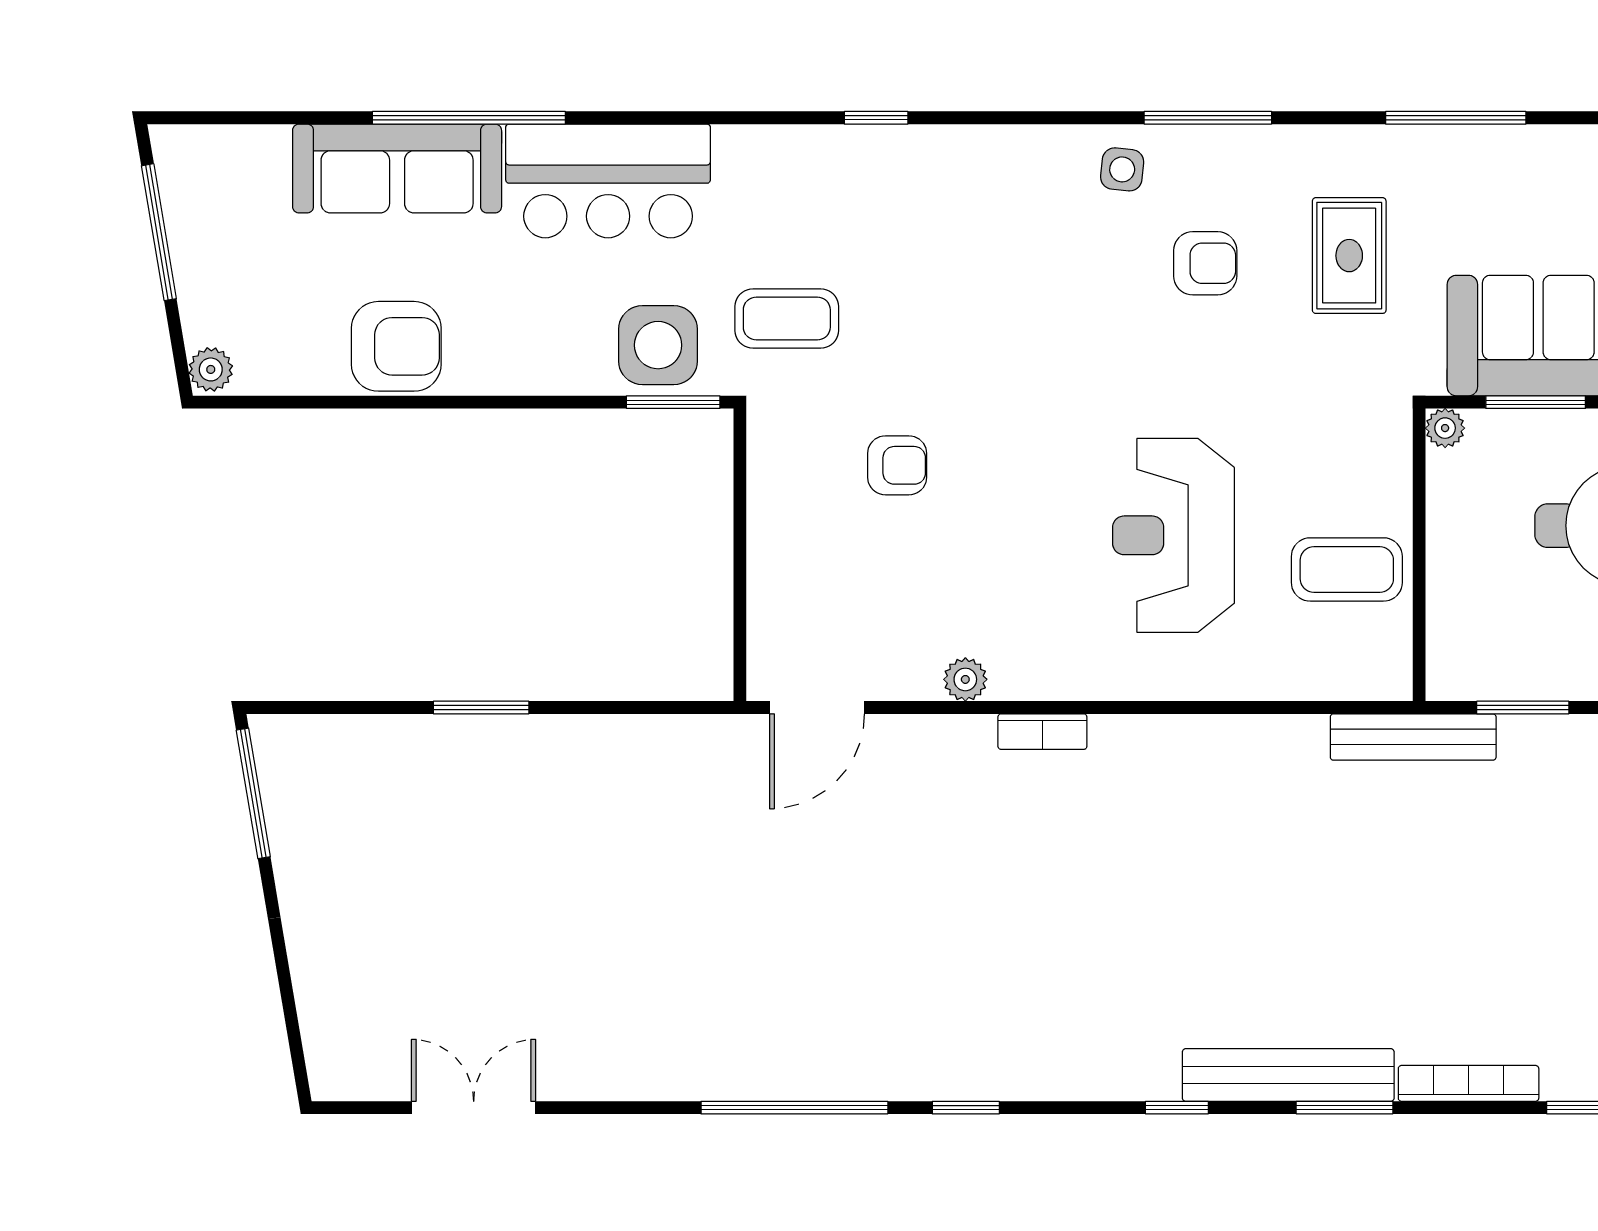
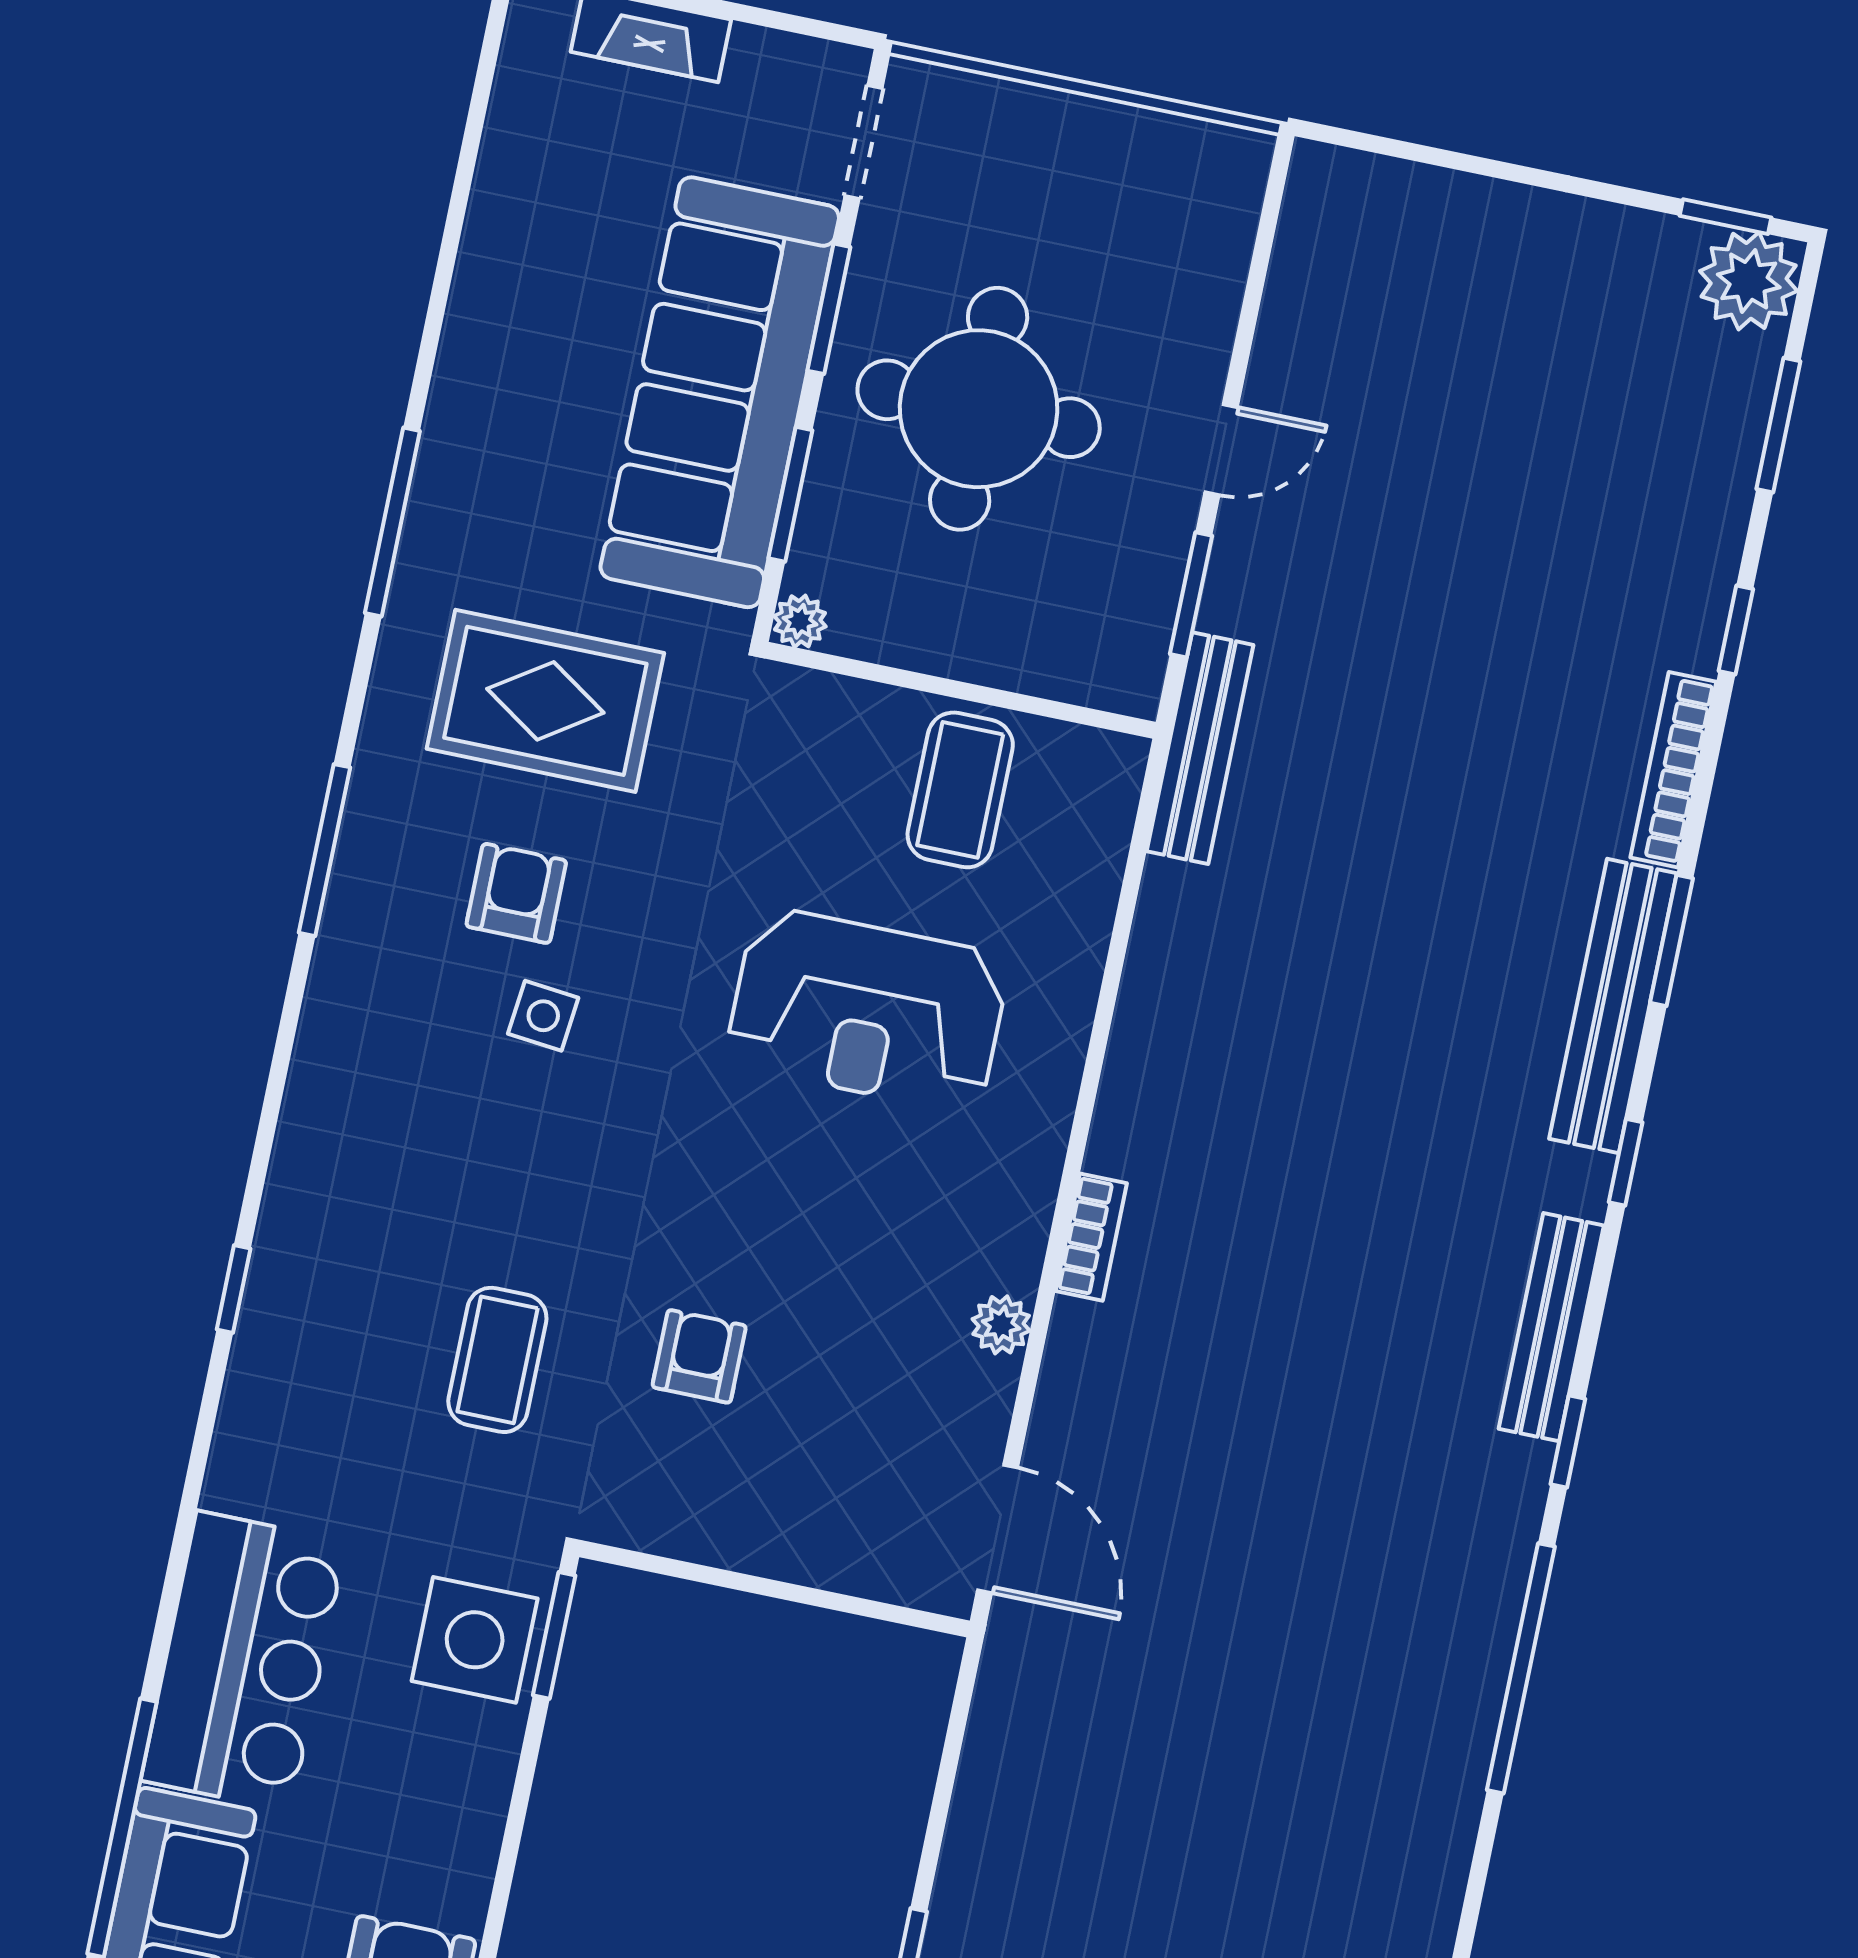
side table: (1122, 169) -> (543, 1016), moved
rug: (1349, 256) -> (545, 701), width x1.36, depth x1.43
coffee table: (787, 318) -> (497, 1360), moved
bench: (1046, 1079) -> (1551, 1327), added

